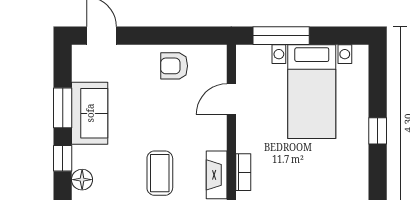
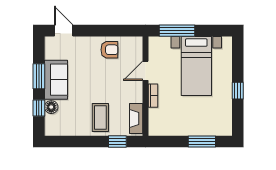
armchair: (174, 66) -> (109, 50), turned 180
bookcase: (243, 172) -> (153, 96), moved
floor lamp: (82, 180) -> (51, 107), moved

